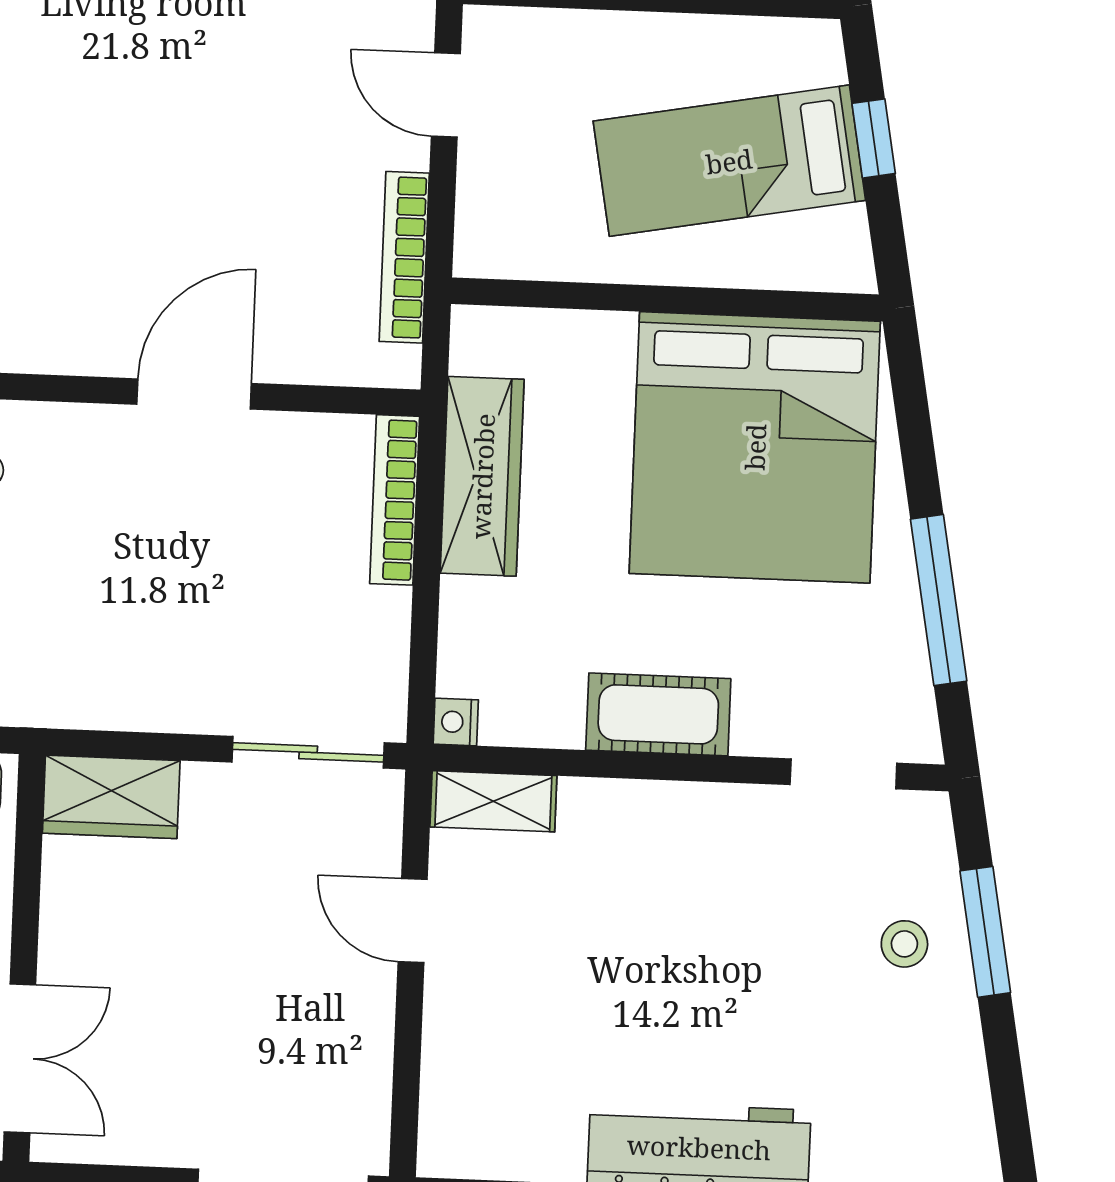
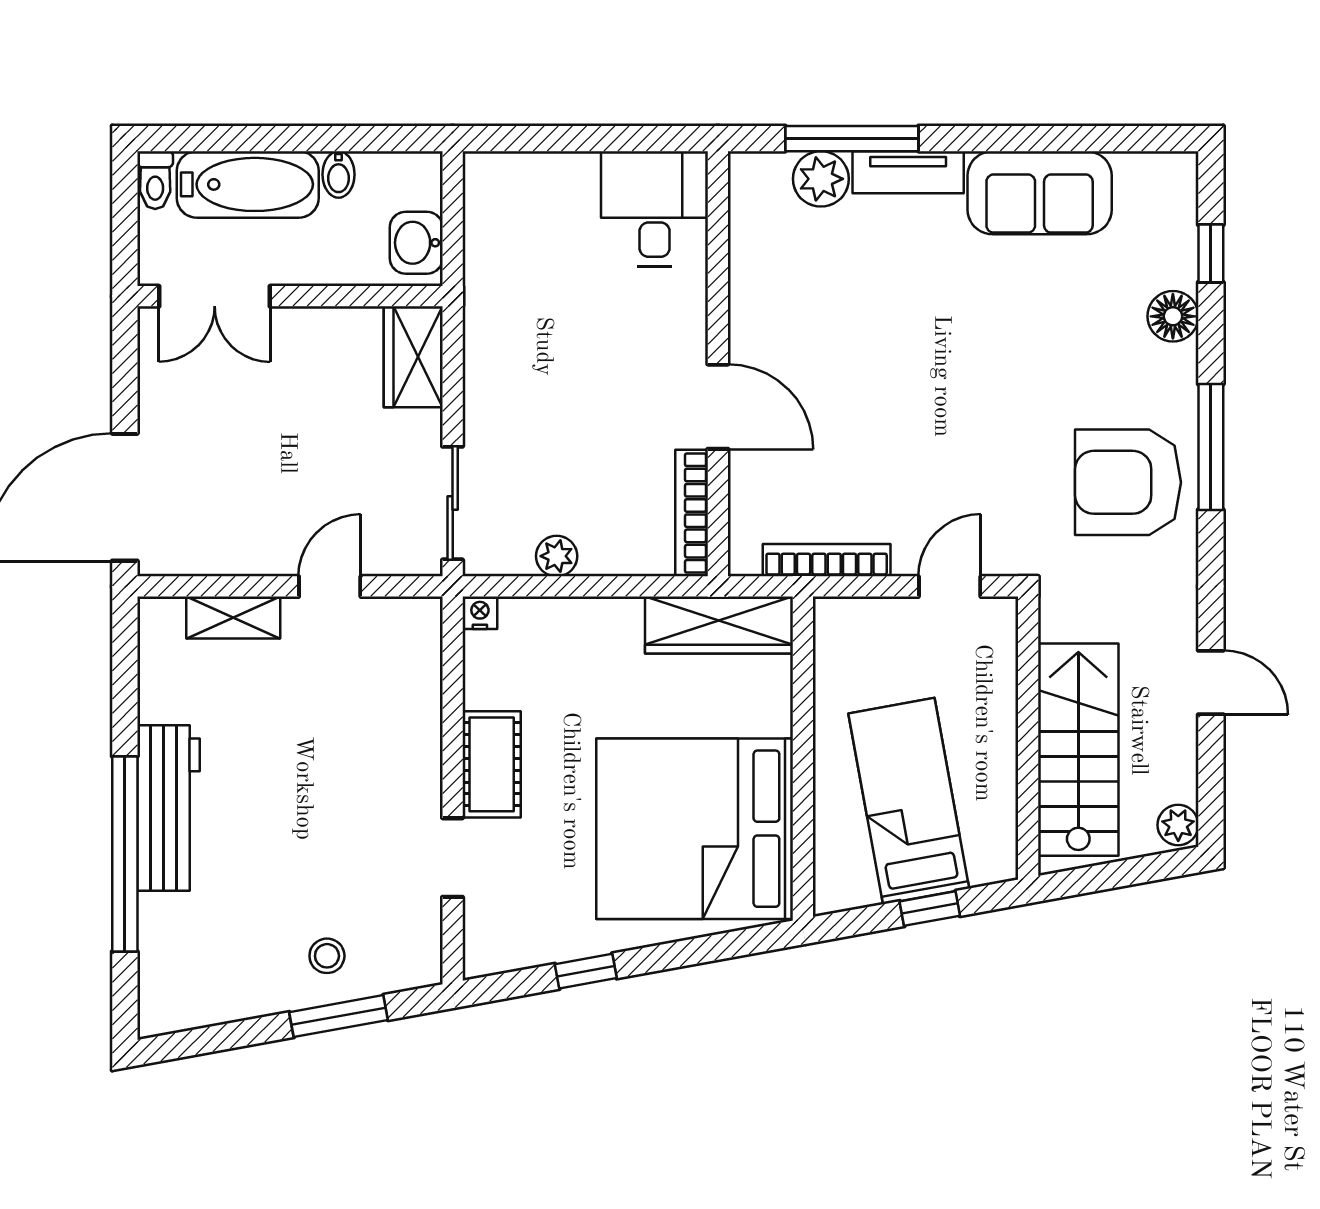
wardrobe: (482, 476) -> (719, 625), moved
bookcase: (395, 500) -> (692, 513), moved, turned -90
window: (939, 600) -> (586, 971), width x0.46
plant: (384, 617) -> (557, 556), added
doorway: (843, 774) -> (453, 858), moved
shelving: (493, 801) -> (233, 618), moved, turned 90

